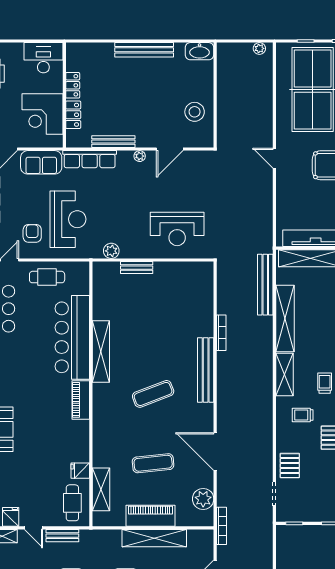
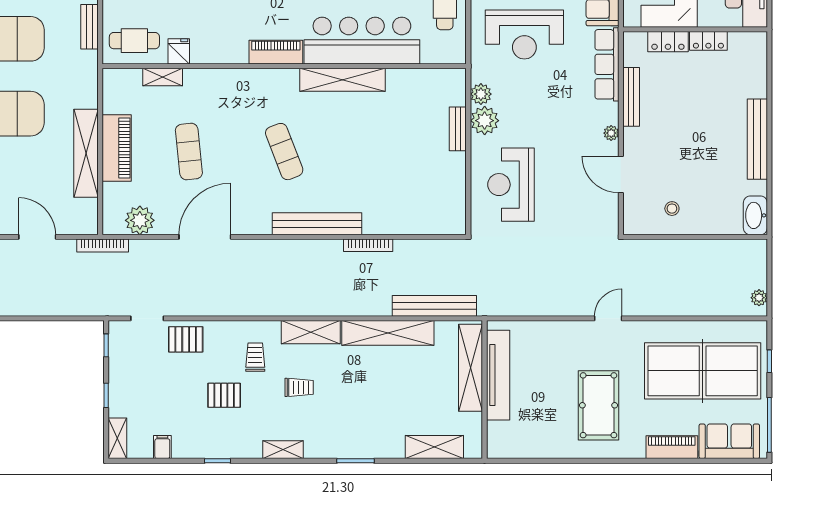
stool: (195, 112) -> (672, 209), width x0.53, depth x0.53
plant: (131, 248) -> (485, 121), added
shelving: (101, 489) -> (163, 77), width x0.67, depth x0.75

